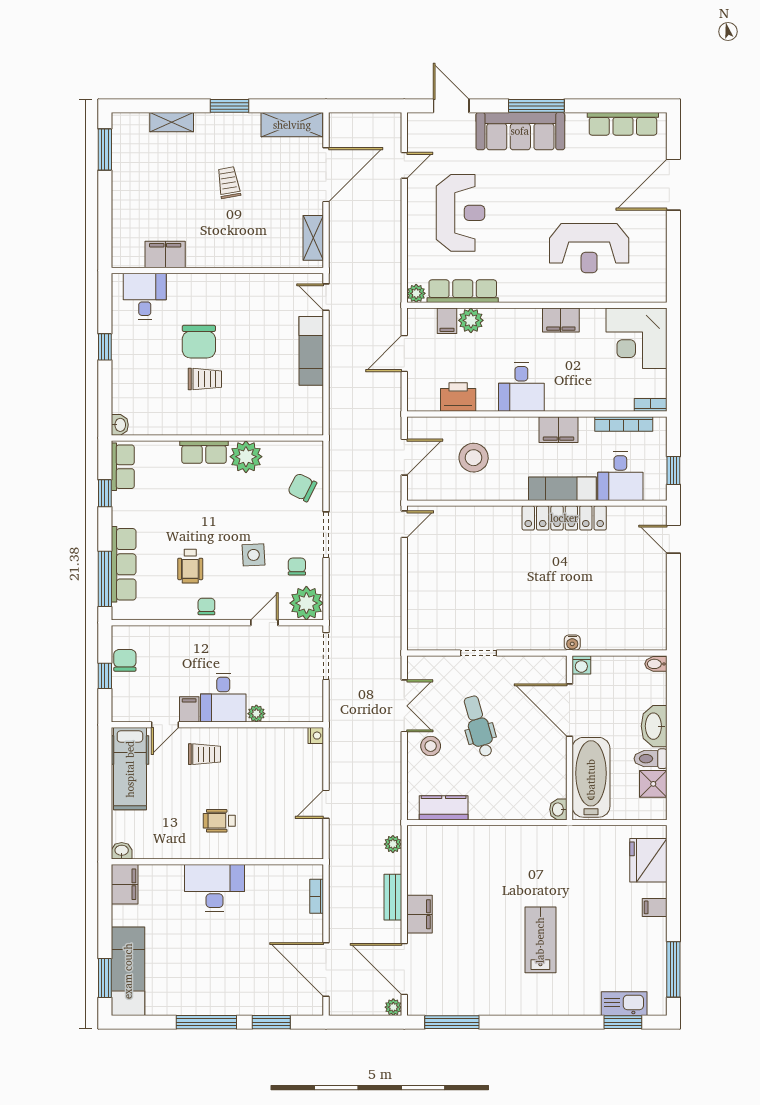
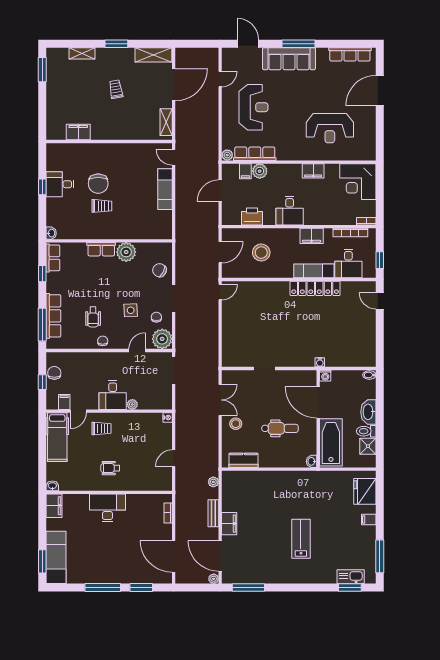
desk: (145, 296) -> (60, 184), moved, turned -90
filing cabinet: (189, 709) -> (64, 402), moved
dental chair: (479, 726) -> (280, 428), moved, turned 106

